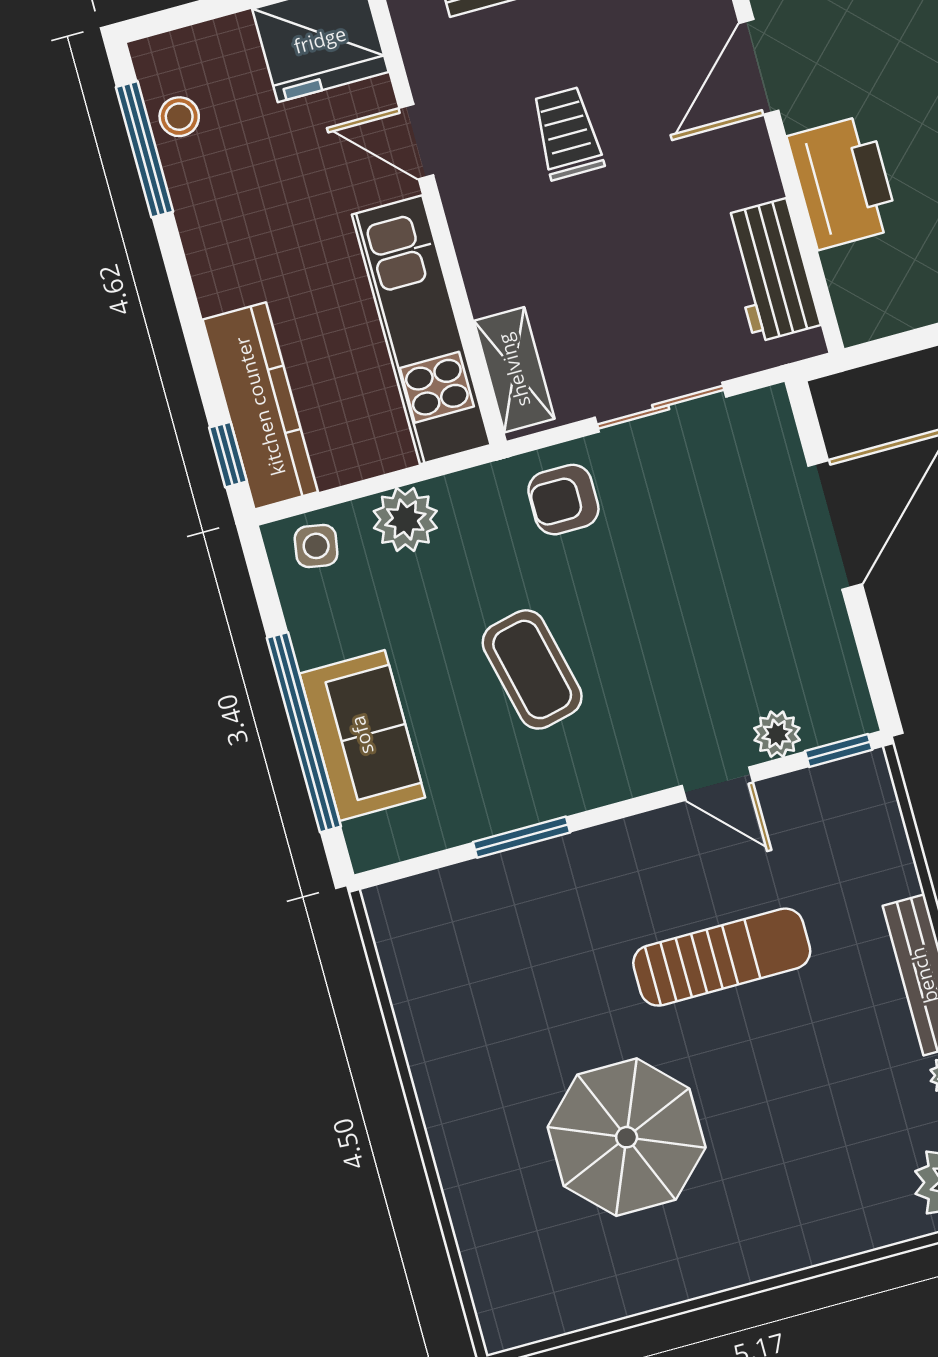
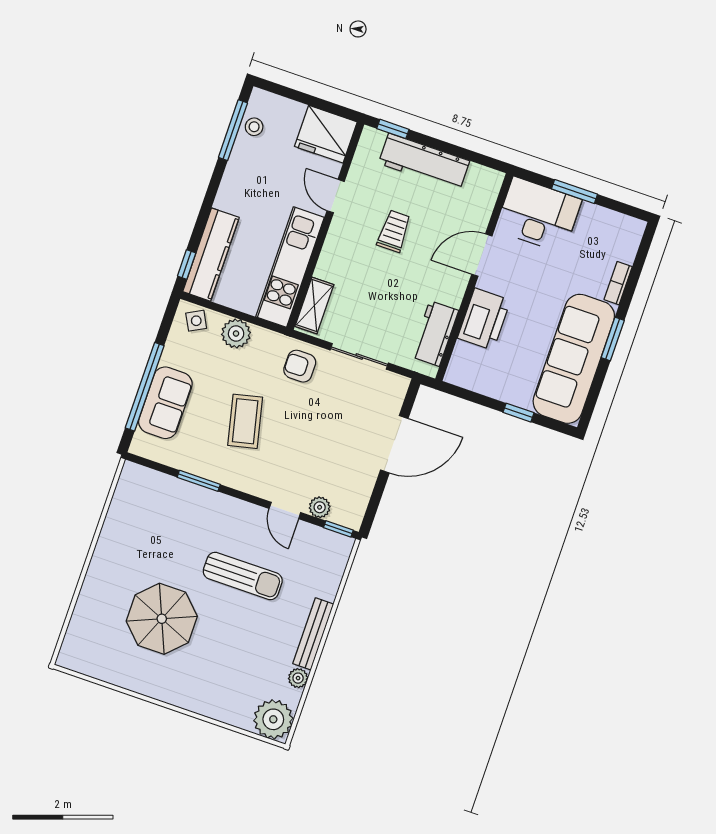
side table: (316, 546) -> (196, 321), turned -38

